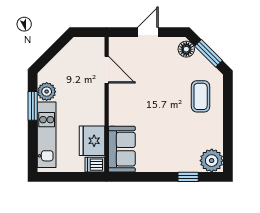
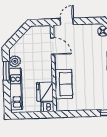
door: (148, 32) -> (67, 22), moved
sofa: (122, 149) -> (64, 84), moved

